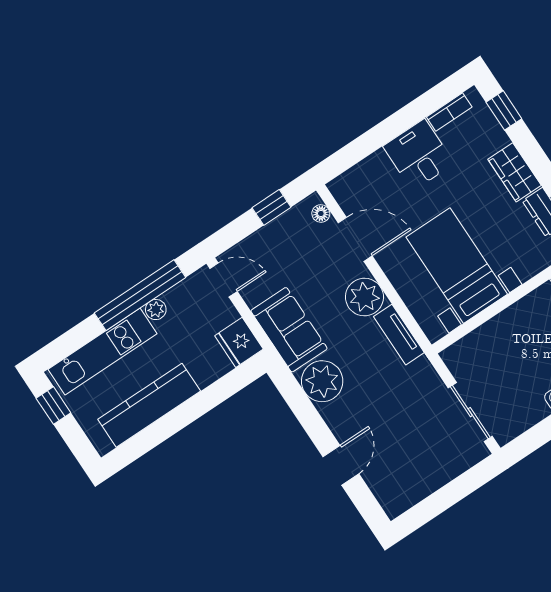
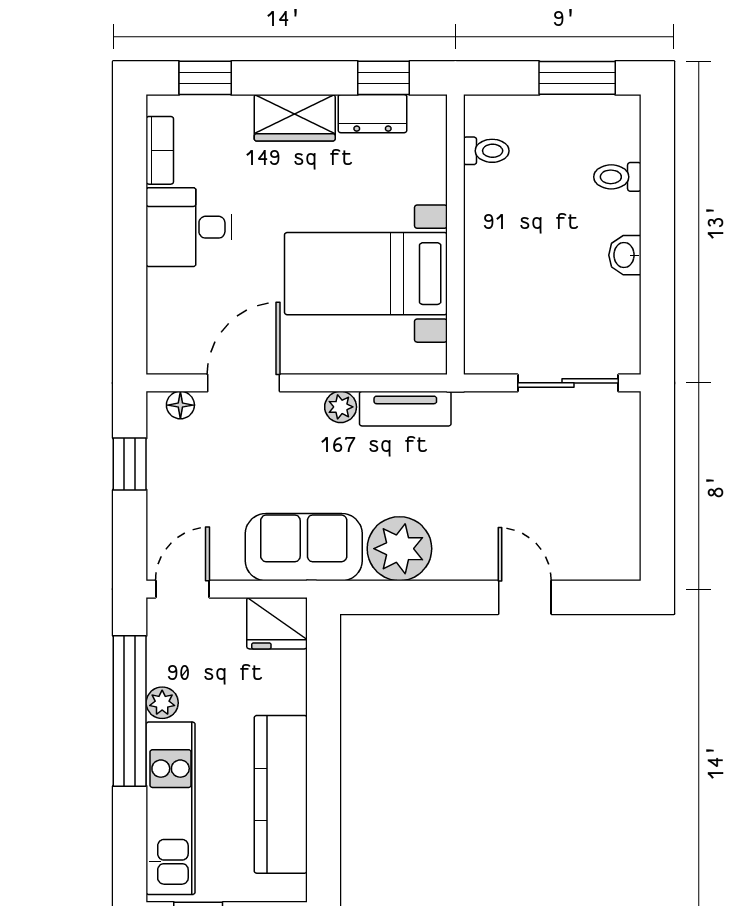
plant: (364, 297) -> (341, 407), width x0.53, depth x0.53

